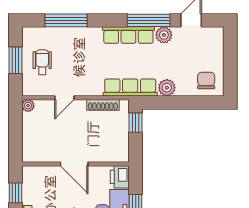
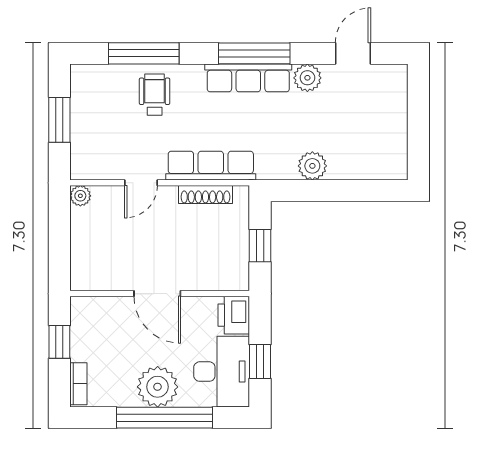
window: (149, 20) -> (254, 53), moved
wheelchair: (42, 62) -> (155, 95), moved
chair: (206, 80) -> (378, 154), removed
row of seats: (130, 87) -> (211, 166), moved
window: (136, 123) -> (260, 246), moved

